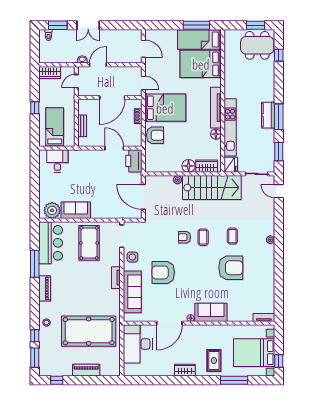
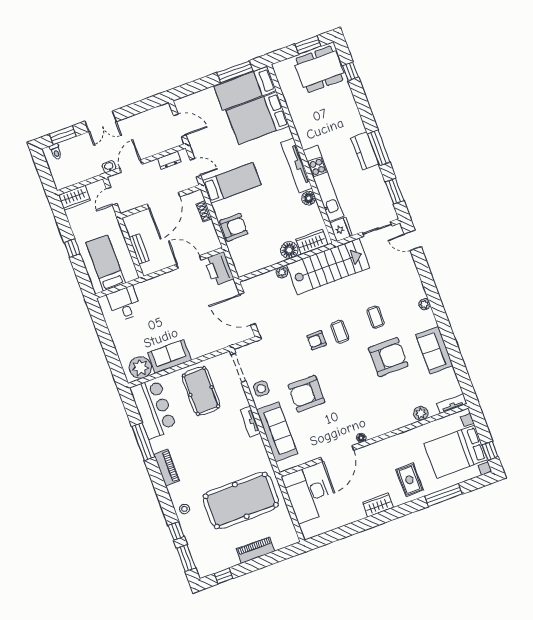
dresser: (127, 71) -> (169, 160), added
bed: (165, 108) -> (232, 183), width x0.67
sofa: (211, 312) -> (434, 350), moved, turned -90
plant: (239, 316) -> (421, 413), added

